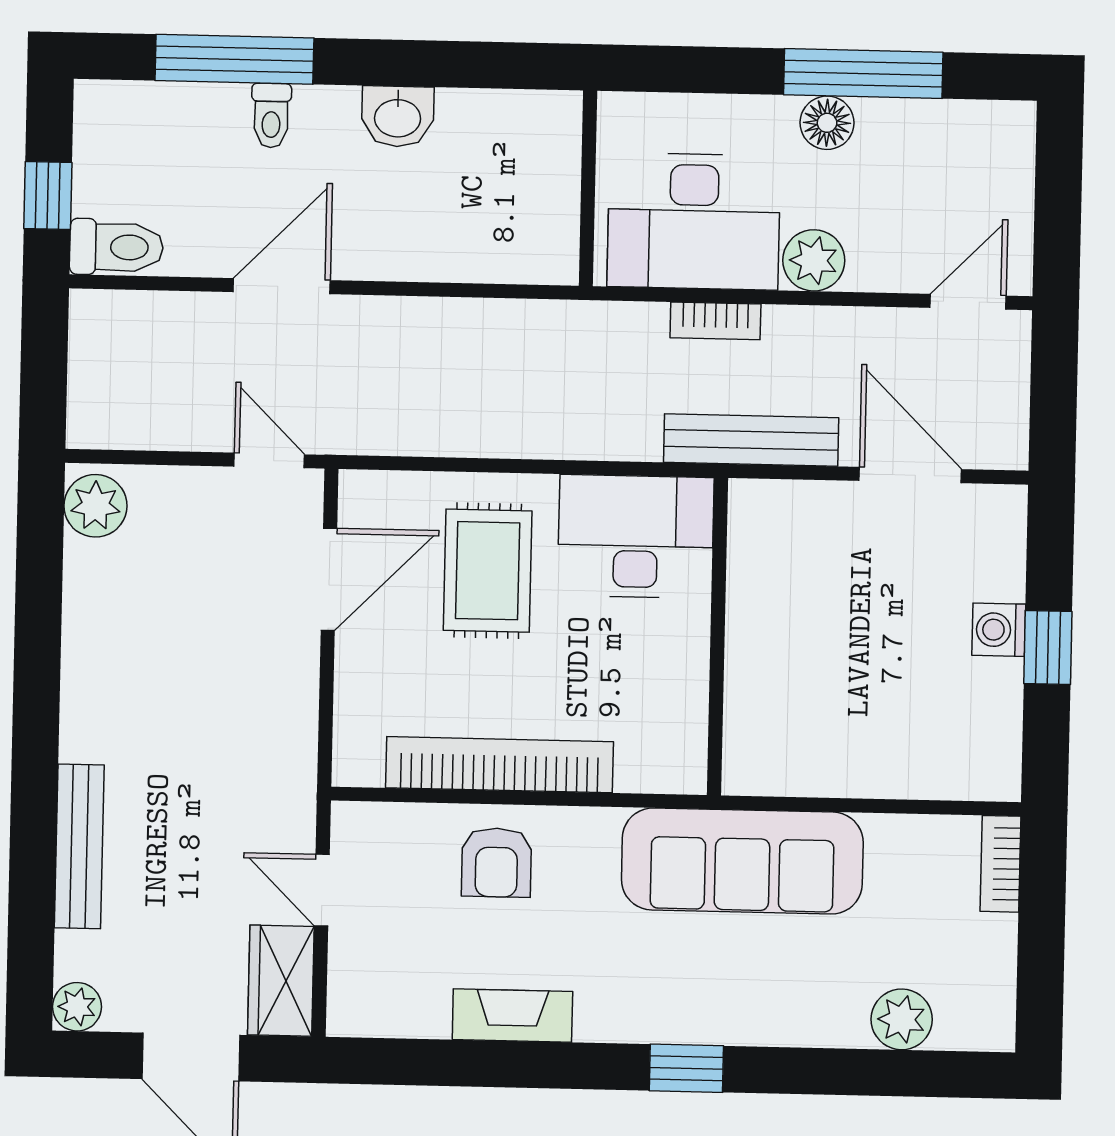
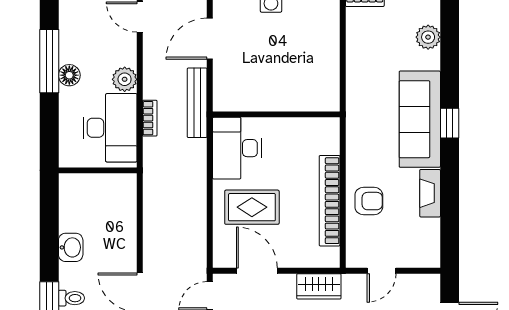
sofa: (742, 861) -> (420, 119), moved, turned 180
wardrobe: (281, 981) -> (319, 286), moved

